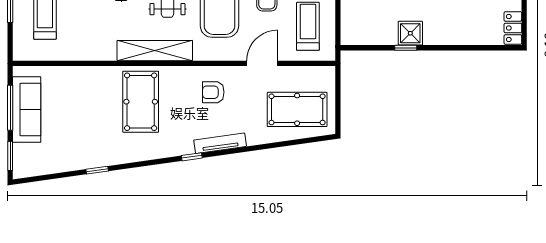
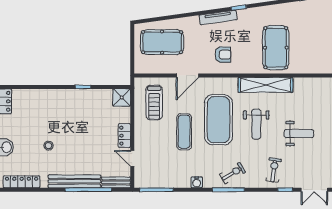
shower: (410, 33) -> (122, 98), moved

